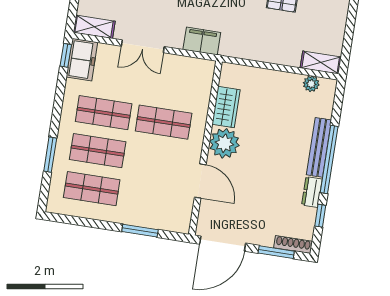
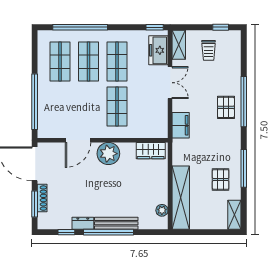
double door: (143, 46) -> (170, 83), swing flipped
freezer: (82, 60) -> (158, 50), moved, turned 90
shelving: (321, 62) -> (181, 198), width x2.20, depth x1.33
wardrobe: (226, 107) -> (151, 151), moved
window: (50, 155) -> (80, 27), width x2.11
window: (140, 231) -> (35, 102), width x2.11
shoe rack: (293, 244) -> (42, 198), moved

